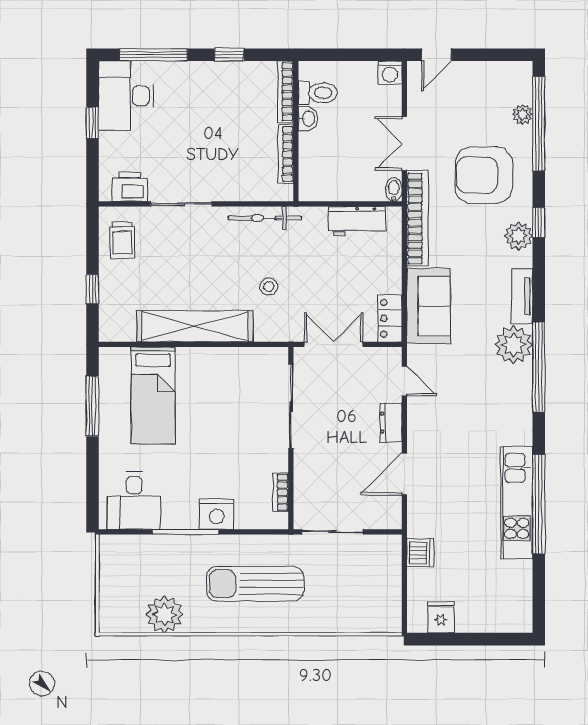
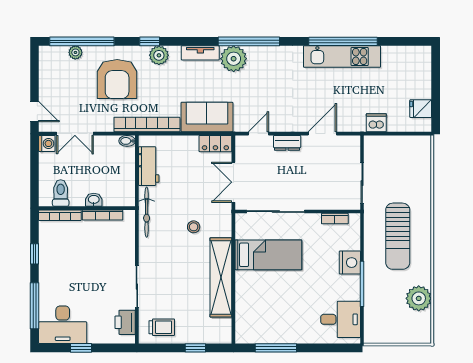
washbasin: (308, 119) -> (94, 200), moved
double door: (404, 144) -> (75, 134), moved
bicycle: (265, 218) -> (147, 212), moved
bed: (153, 395) -> (268, 255), moved
door: (404, 474) -> (322, 134), swing flipped

